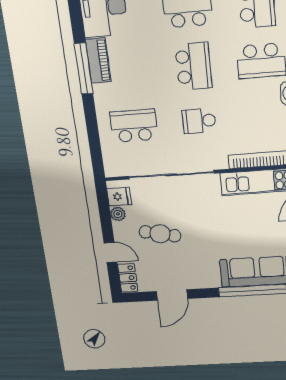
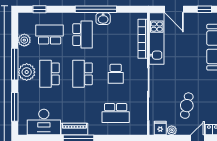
school desk: (193, 66) -> (83, 74), turned -90
school desk: (134, 126) -> (116, 113), turned -90

